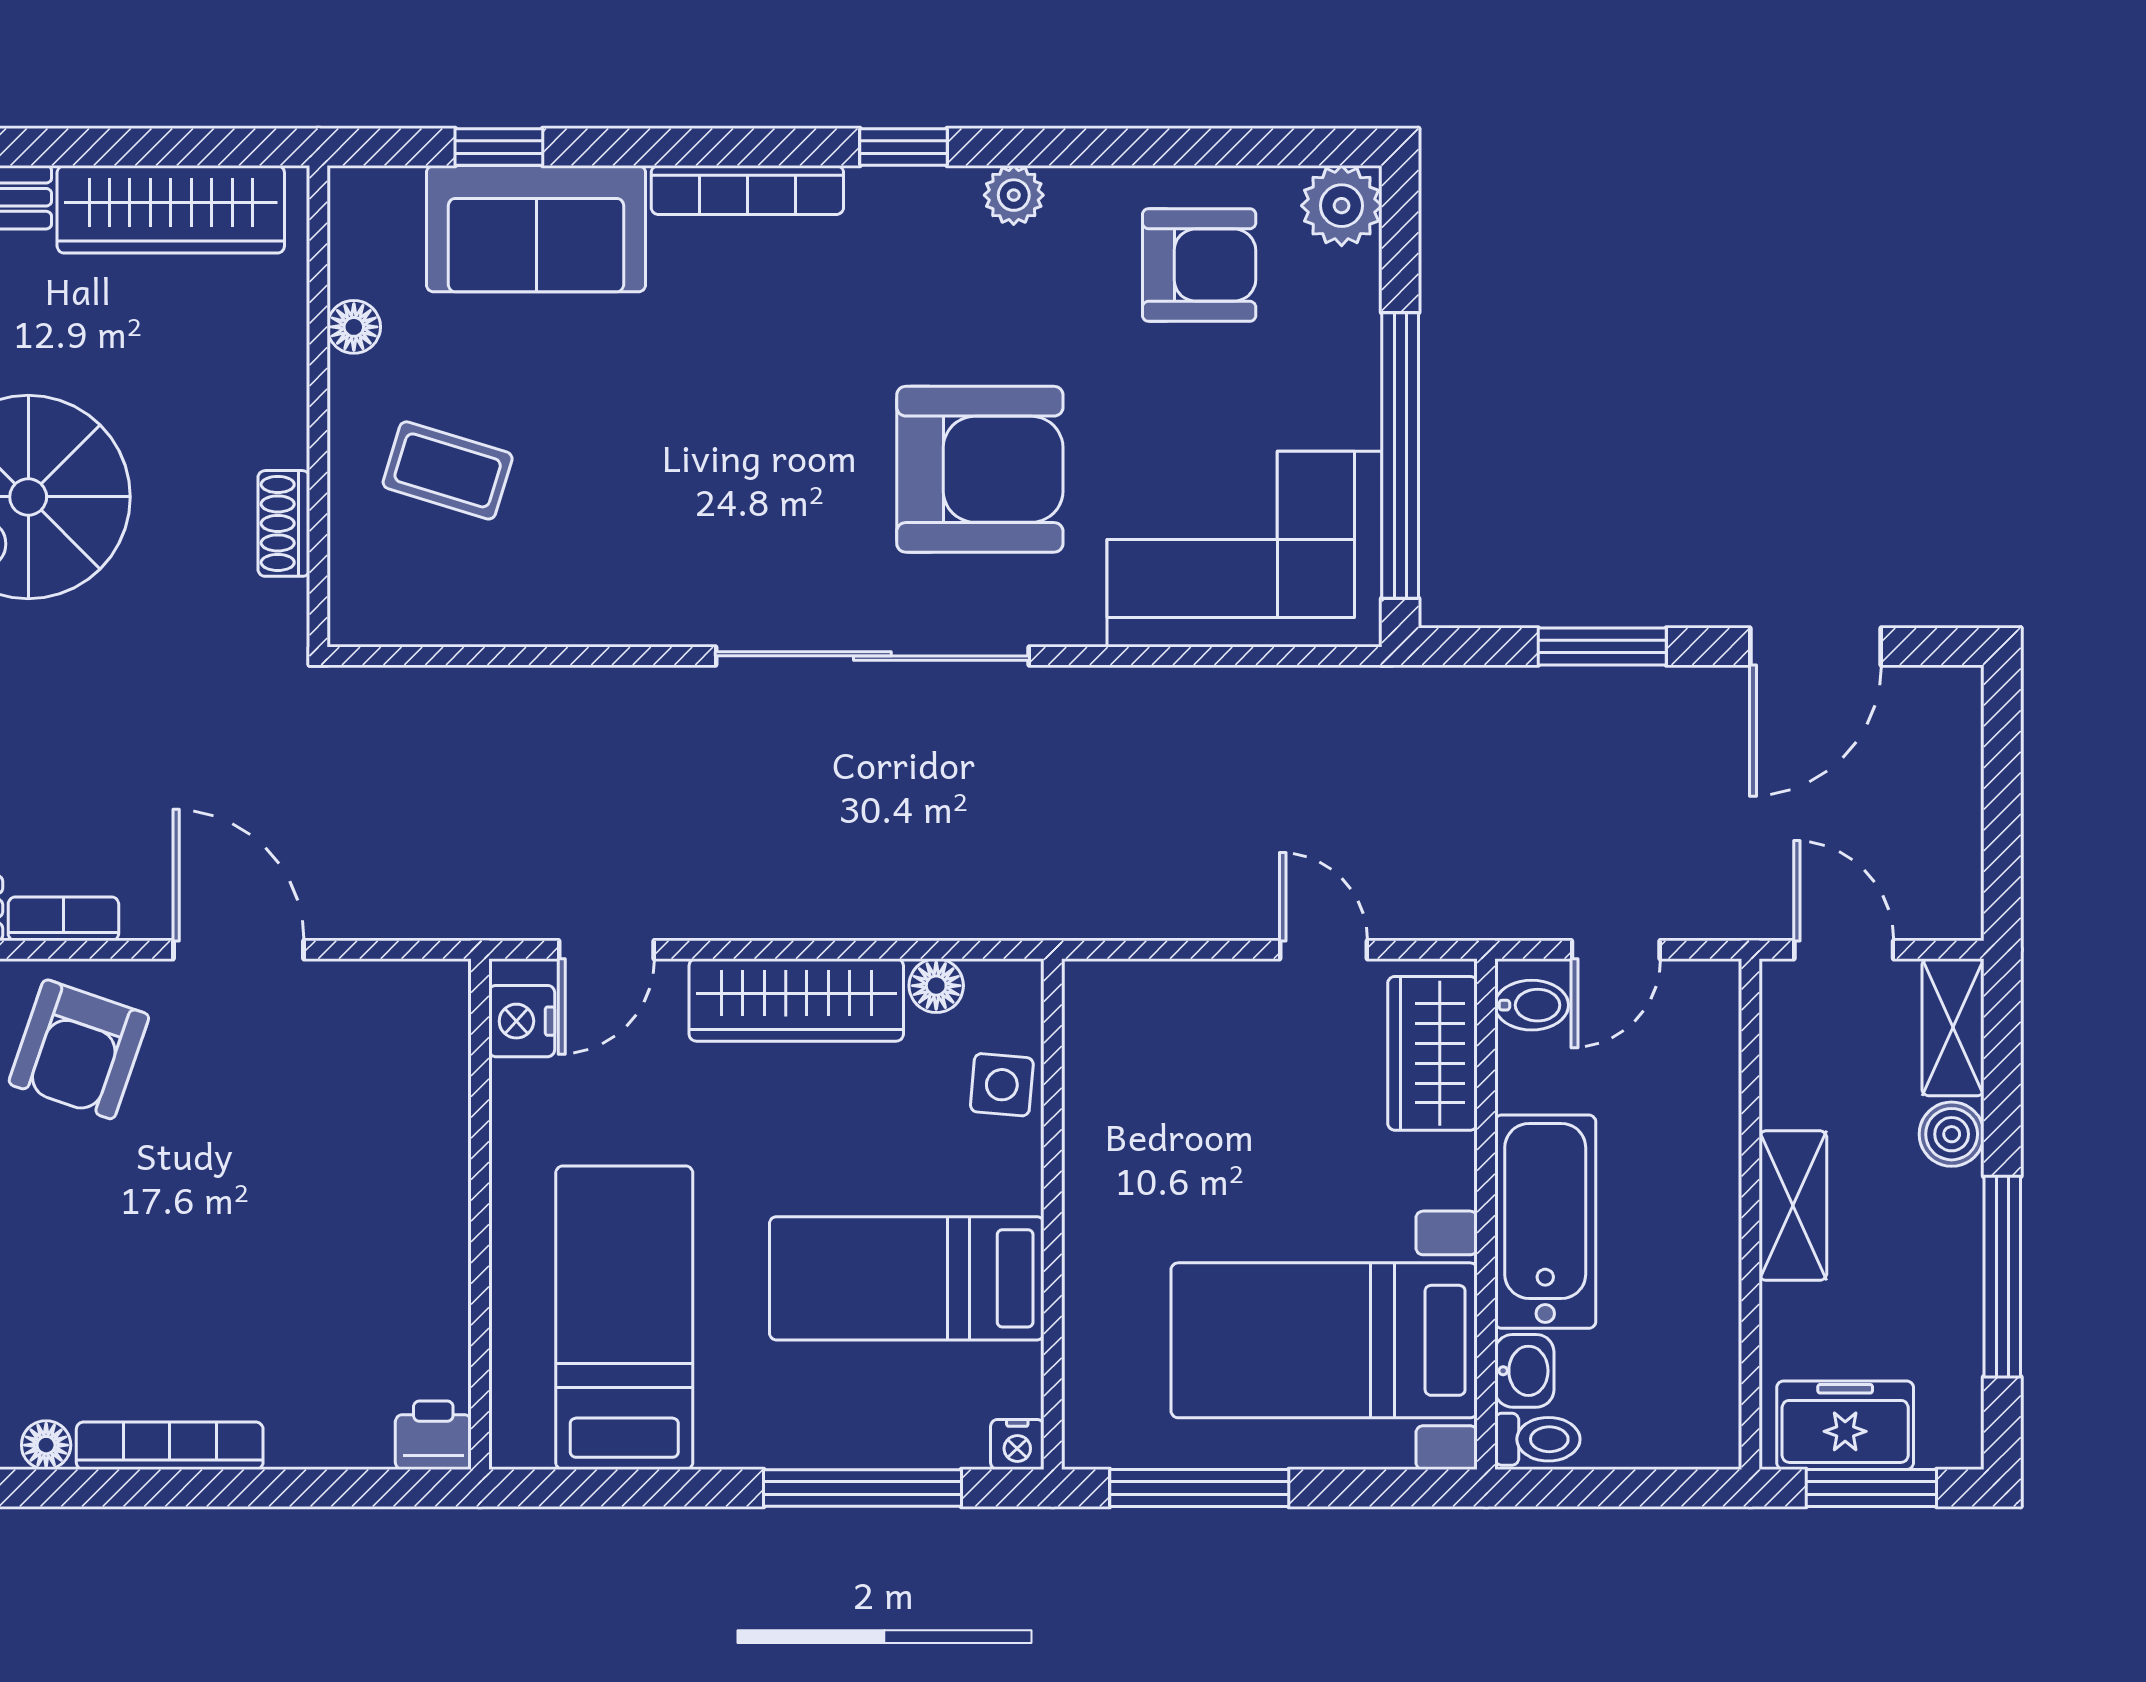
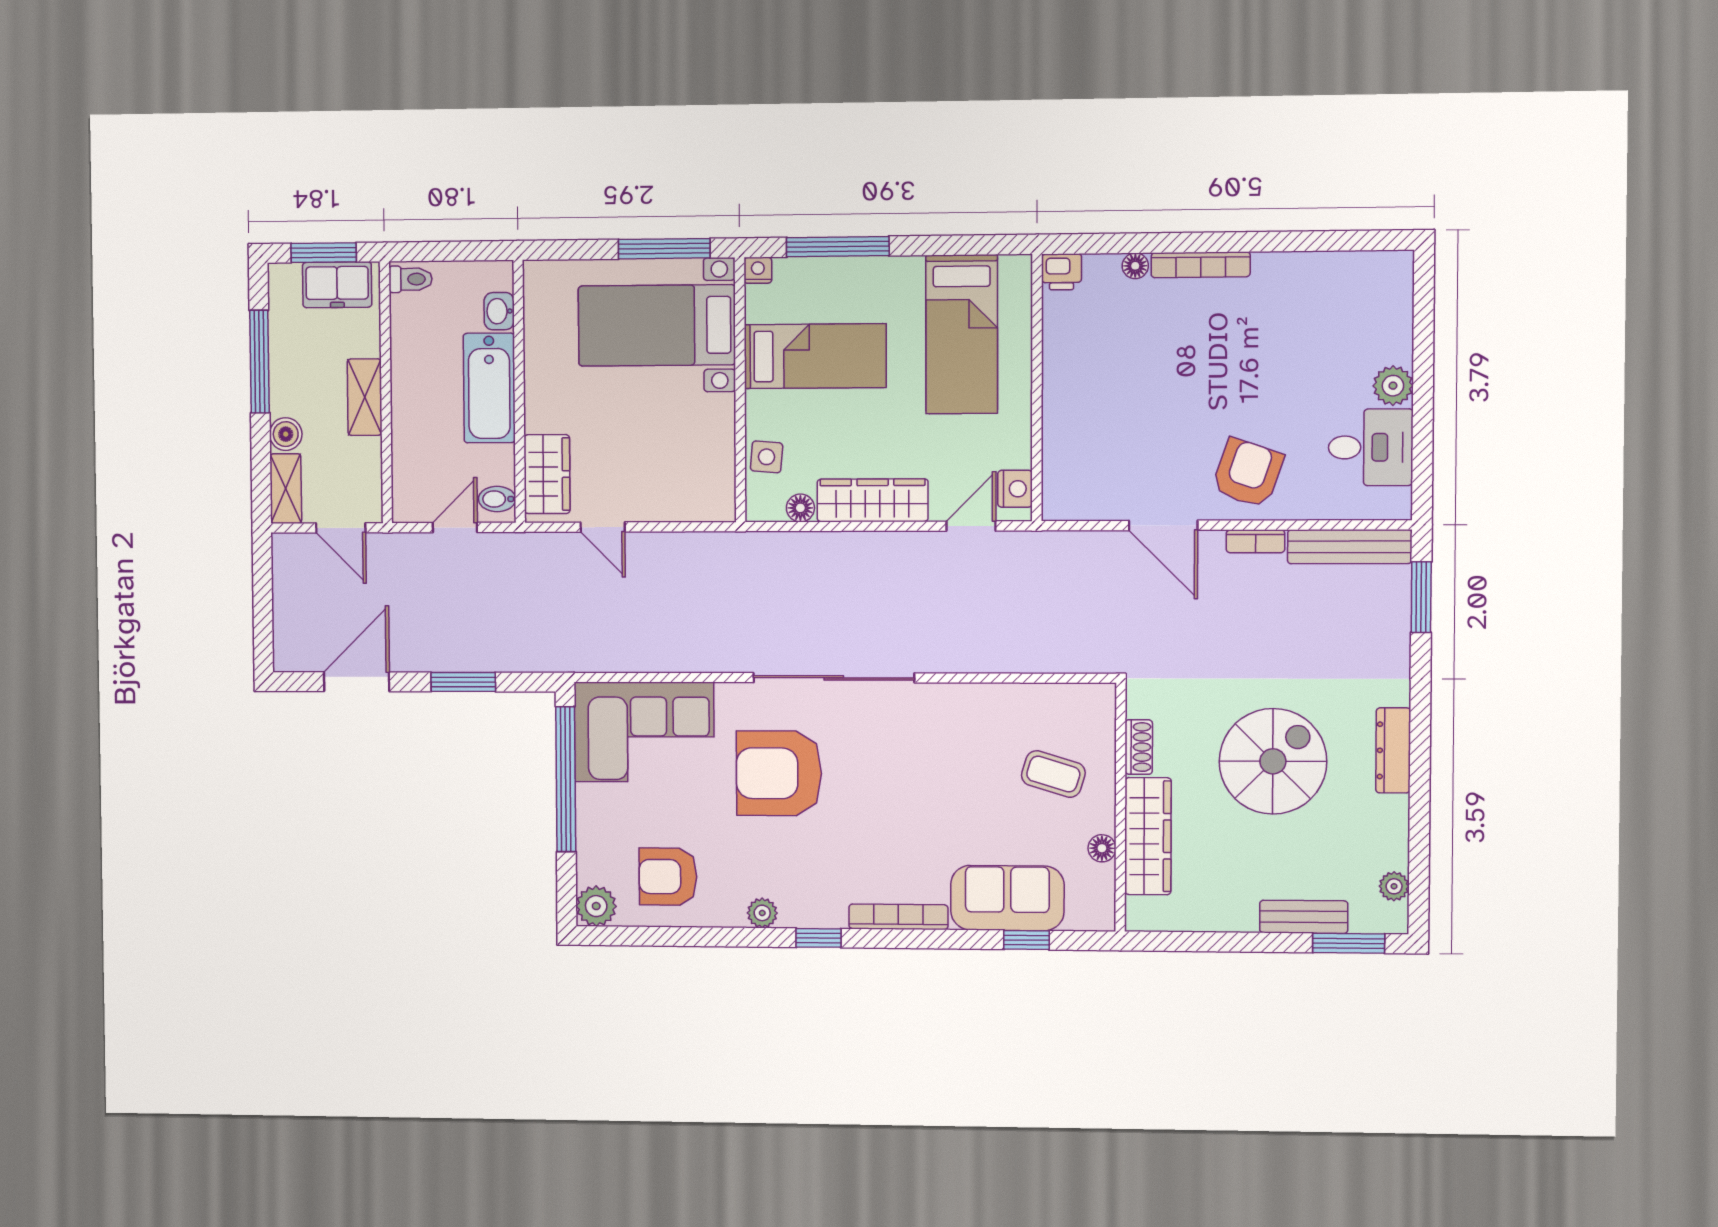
wardrobe: (171, 209) -> (1148, 836), moved, turned 90
bed with nightstands: (1324, 1340) -> (657, 325), moved, turned 180
toilet: (1537, 1439) -> (410, 279), moved, turned 180
floor lamp: (46, 1445) -> (1135, 266), moved

